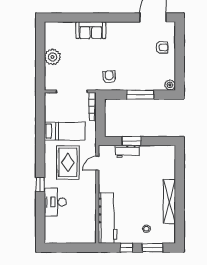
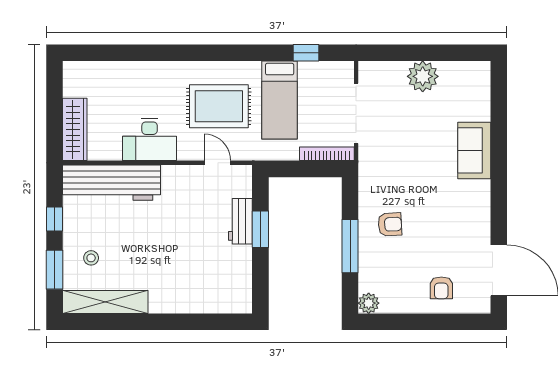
armchair: (109, 77) -> (390, 224), moved
window: (40, 184) -> (306, 53), moved
desk: (55, 202) -> (150, 140), moved, turned 180
shelving: (169, 202) -> (105, 302), moved
wardrobe: (80, 237) -> (75, 129), added

